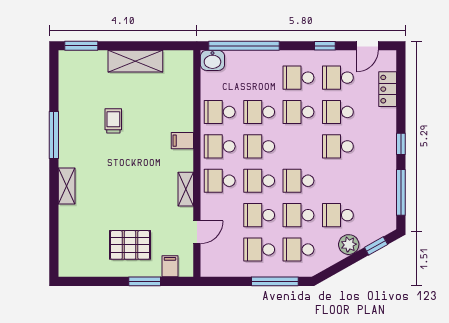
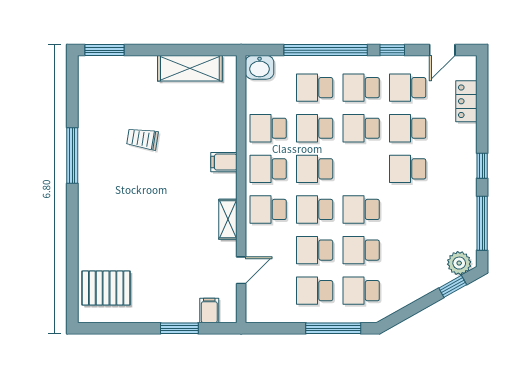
window: (244, 46) -> (326, 50), moved
shelving: (135, 61) -> (190, 68), moved
trolley: (113, 121) -> (142, 139), turned -81
shelving: (67, 186) -> (87, 216), removed
school desk: (338, 215) -> (315, 88), moved
pallet: (130, 245) -> (106, 288), moved
plant: (349, 245) -> (459, 263), moved

